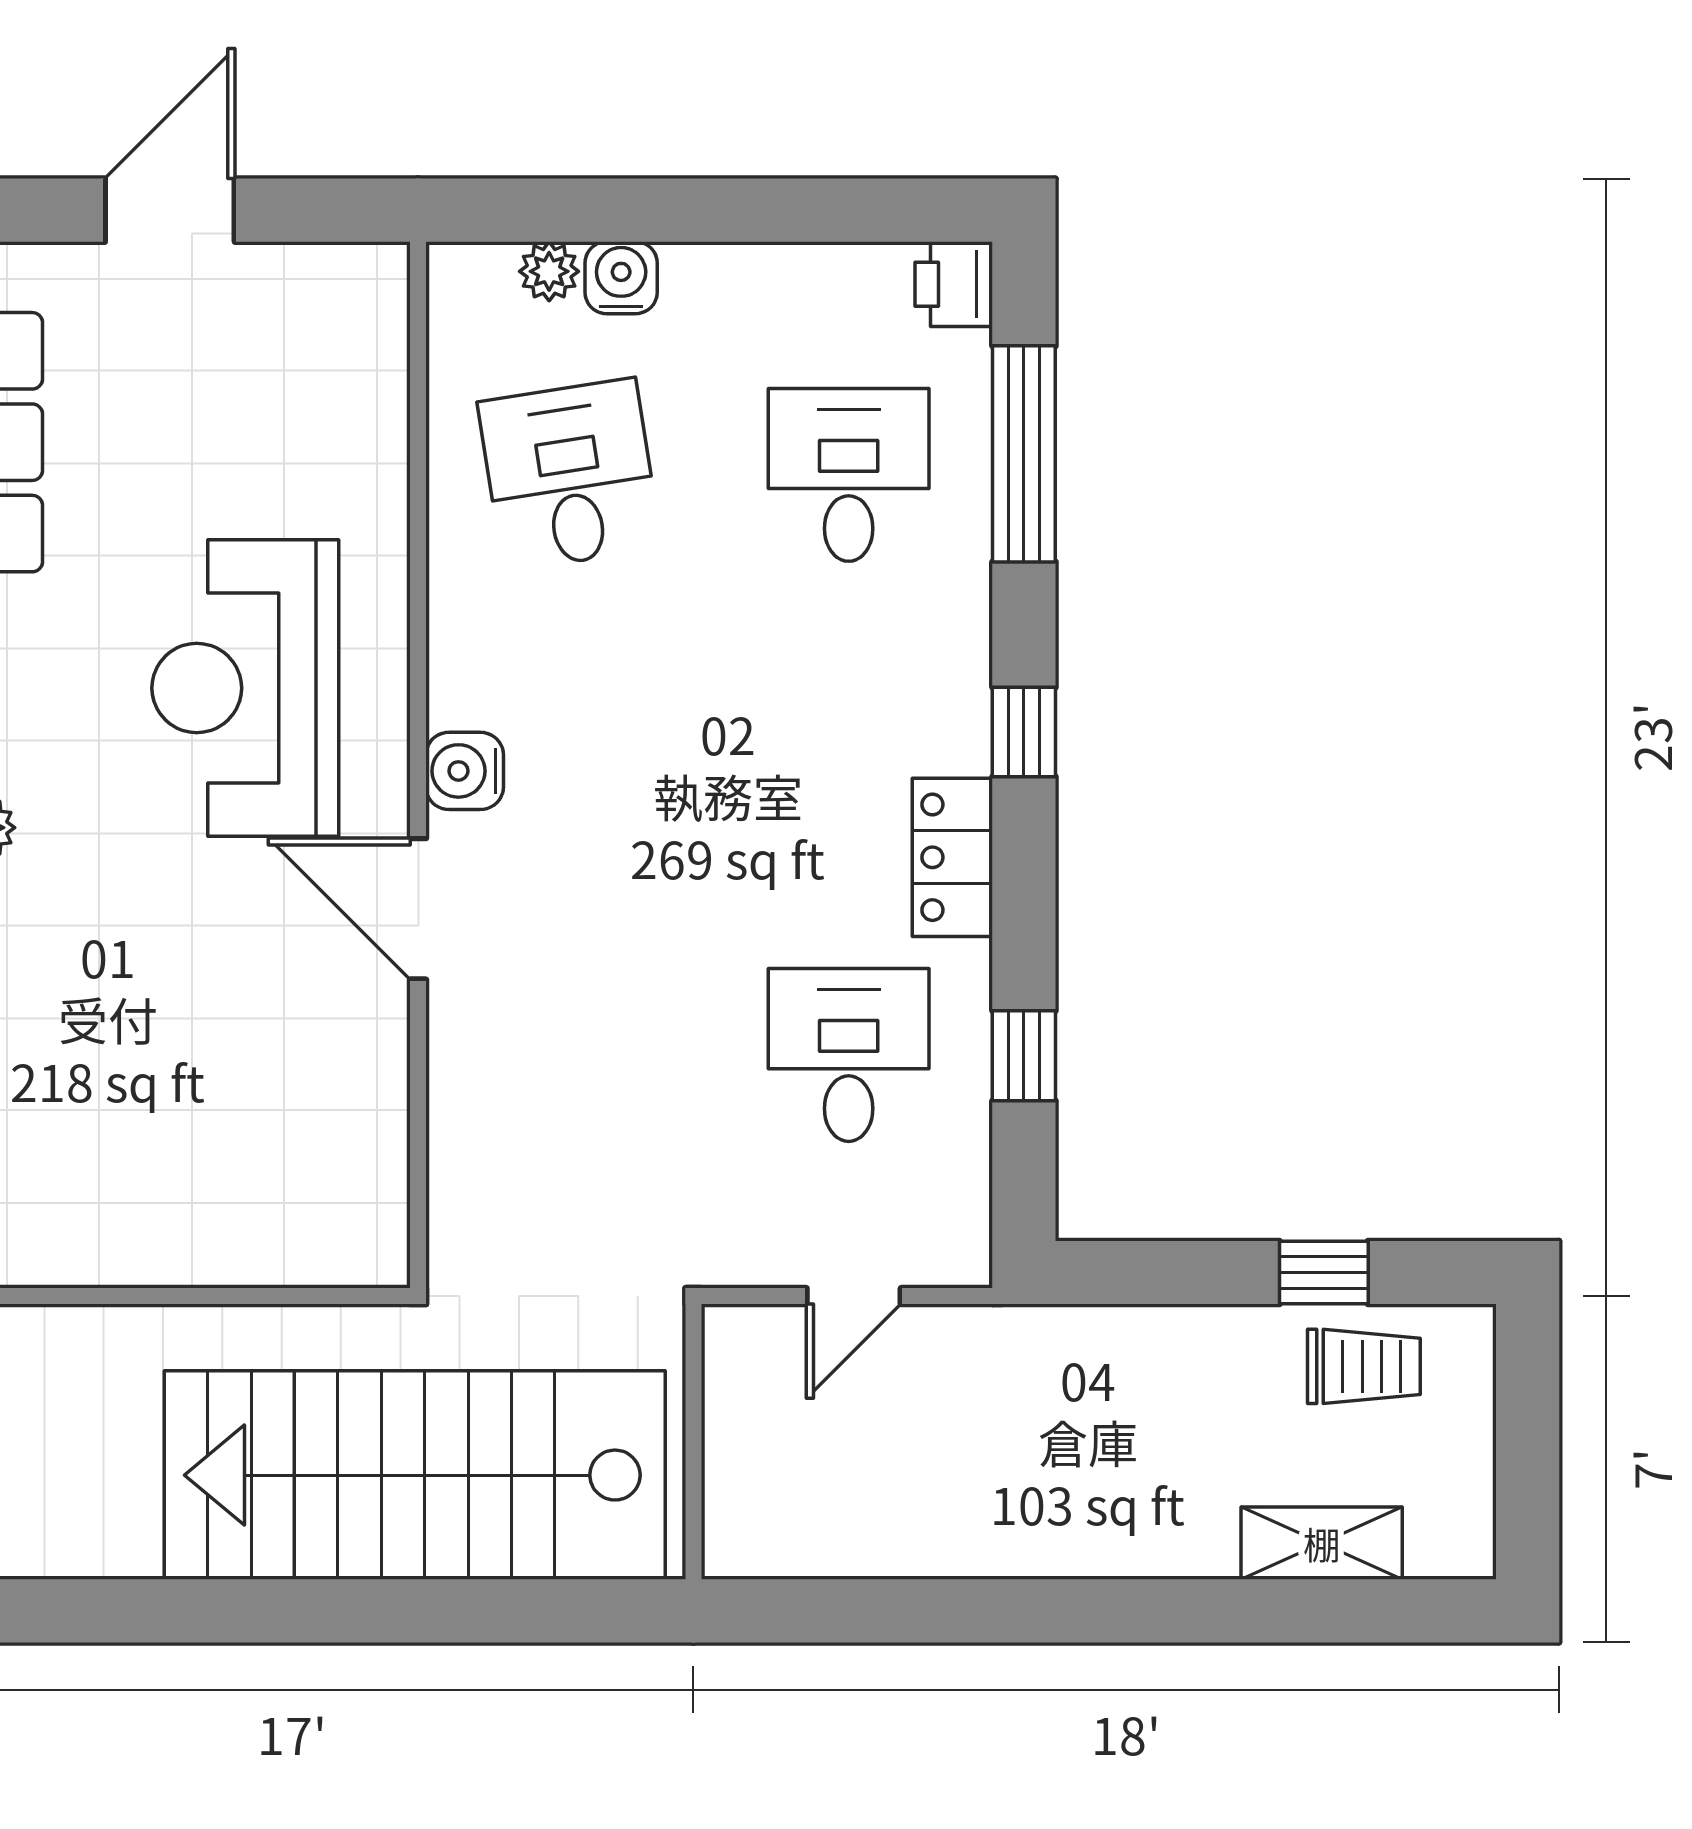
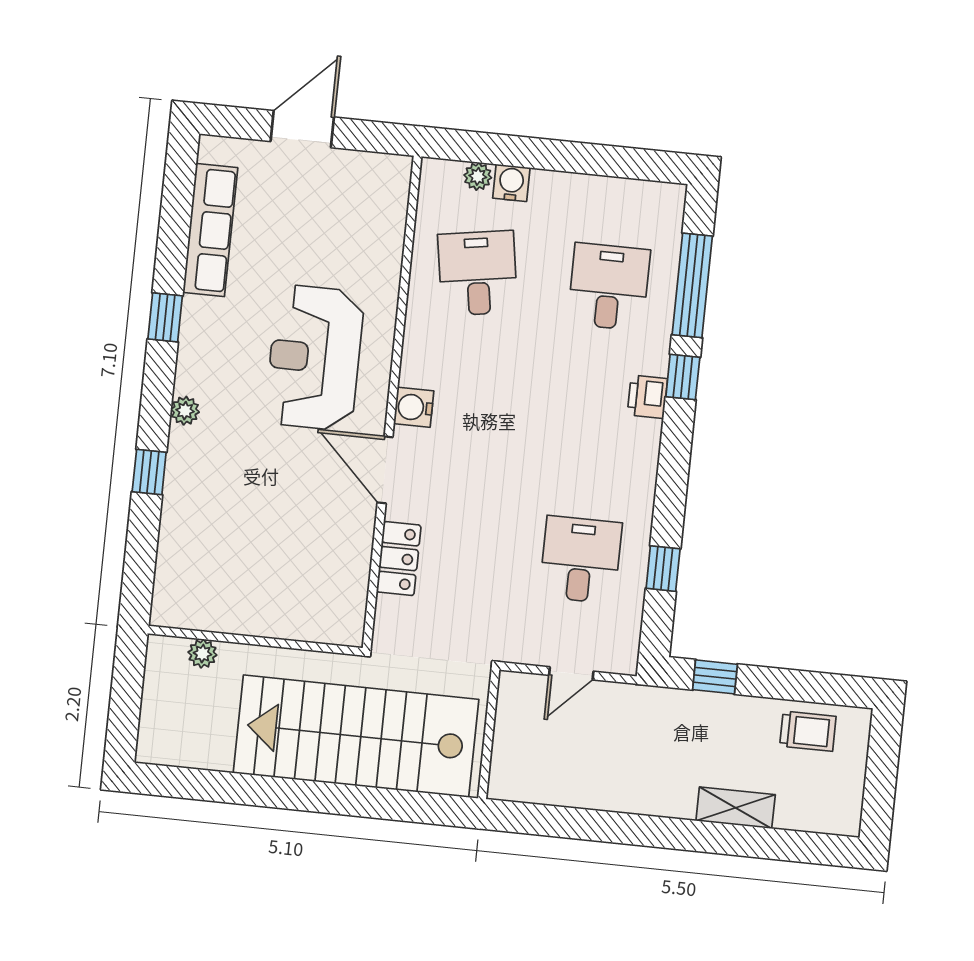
printer: (954, 284) -> (647, 397), moved
window: (1024, 732) -> (683, 377), moved
locker: (952, 857) -> (399, 559), moved, turned 180
window: (1324, 1272) -> (715, 677), moved
plant: (74, 1335) -> (202, 654), added
shelving: (1322, 1543) -> (736, 808), moved

